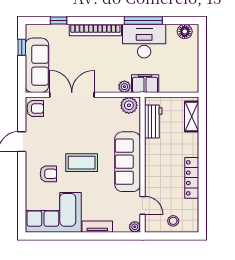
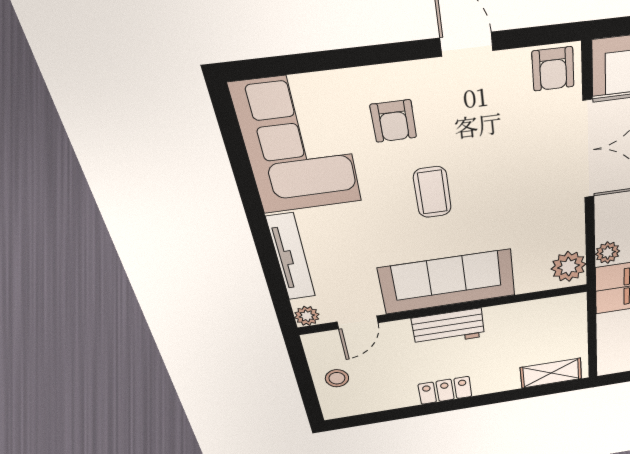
workbench: (153, 122) -> (448, 327), moved
coffee table: (82, 163) -> (432, 192), width x0.73, depth x0.77
locker: (192, 178) -> (445, 390), width x0.66
tv unit: (97, 227) -> (291, 257), width x1.41

